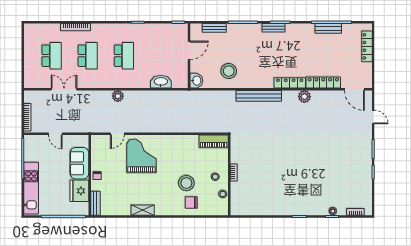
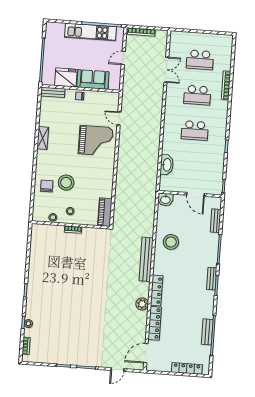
stool: (229, 71) -> (171, 242), moved
plant: (118, 96) -> (156, 122), removed
kitchen unit: (31, 188) -> (90, 32), moved

